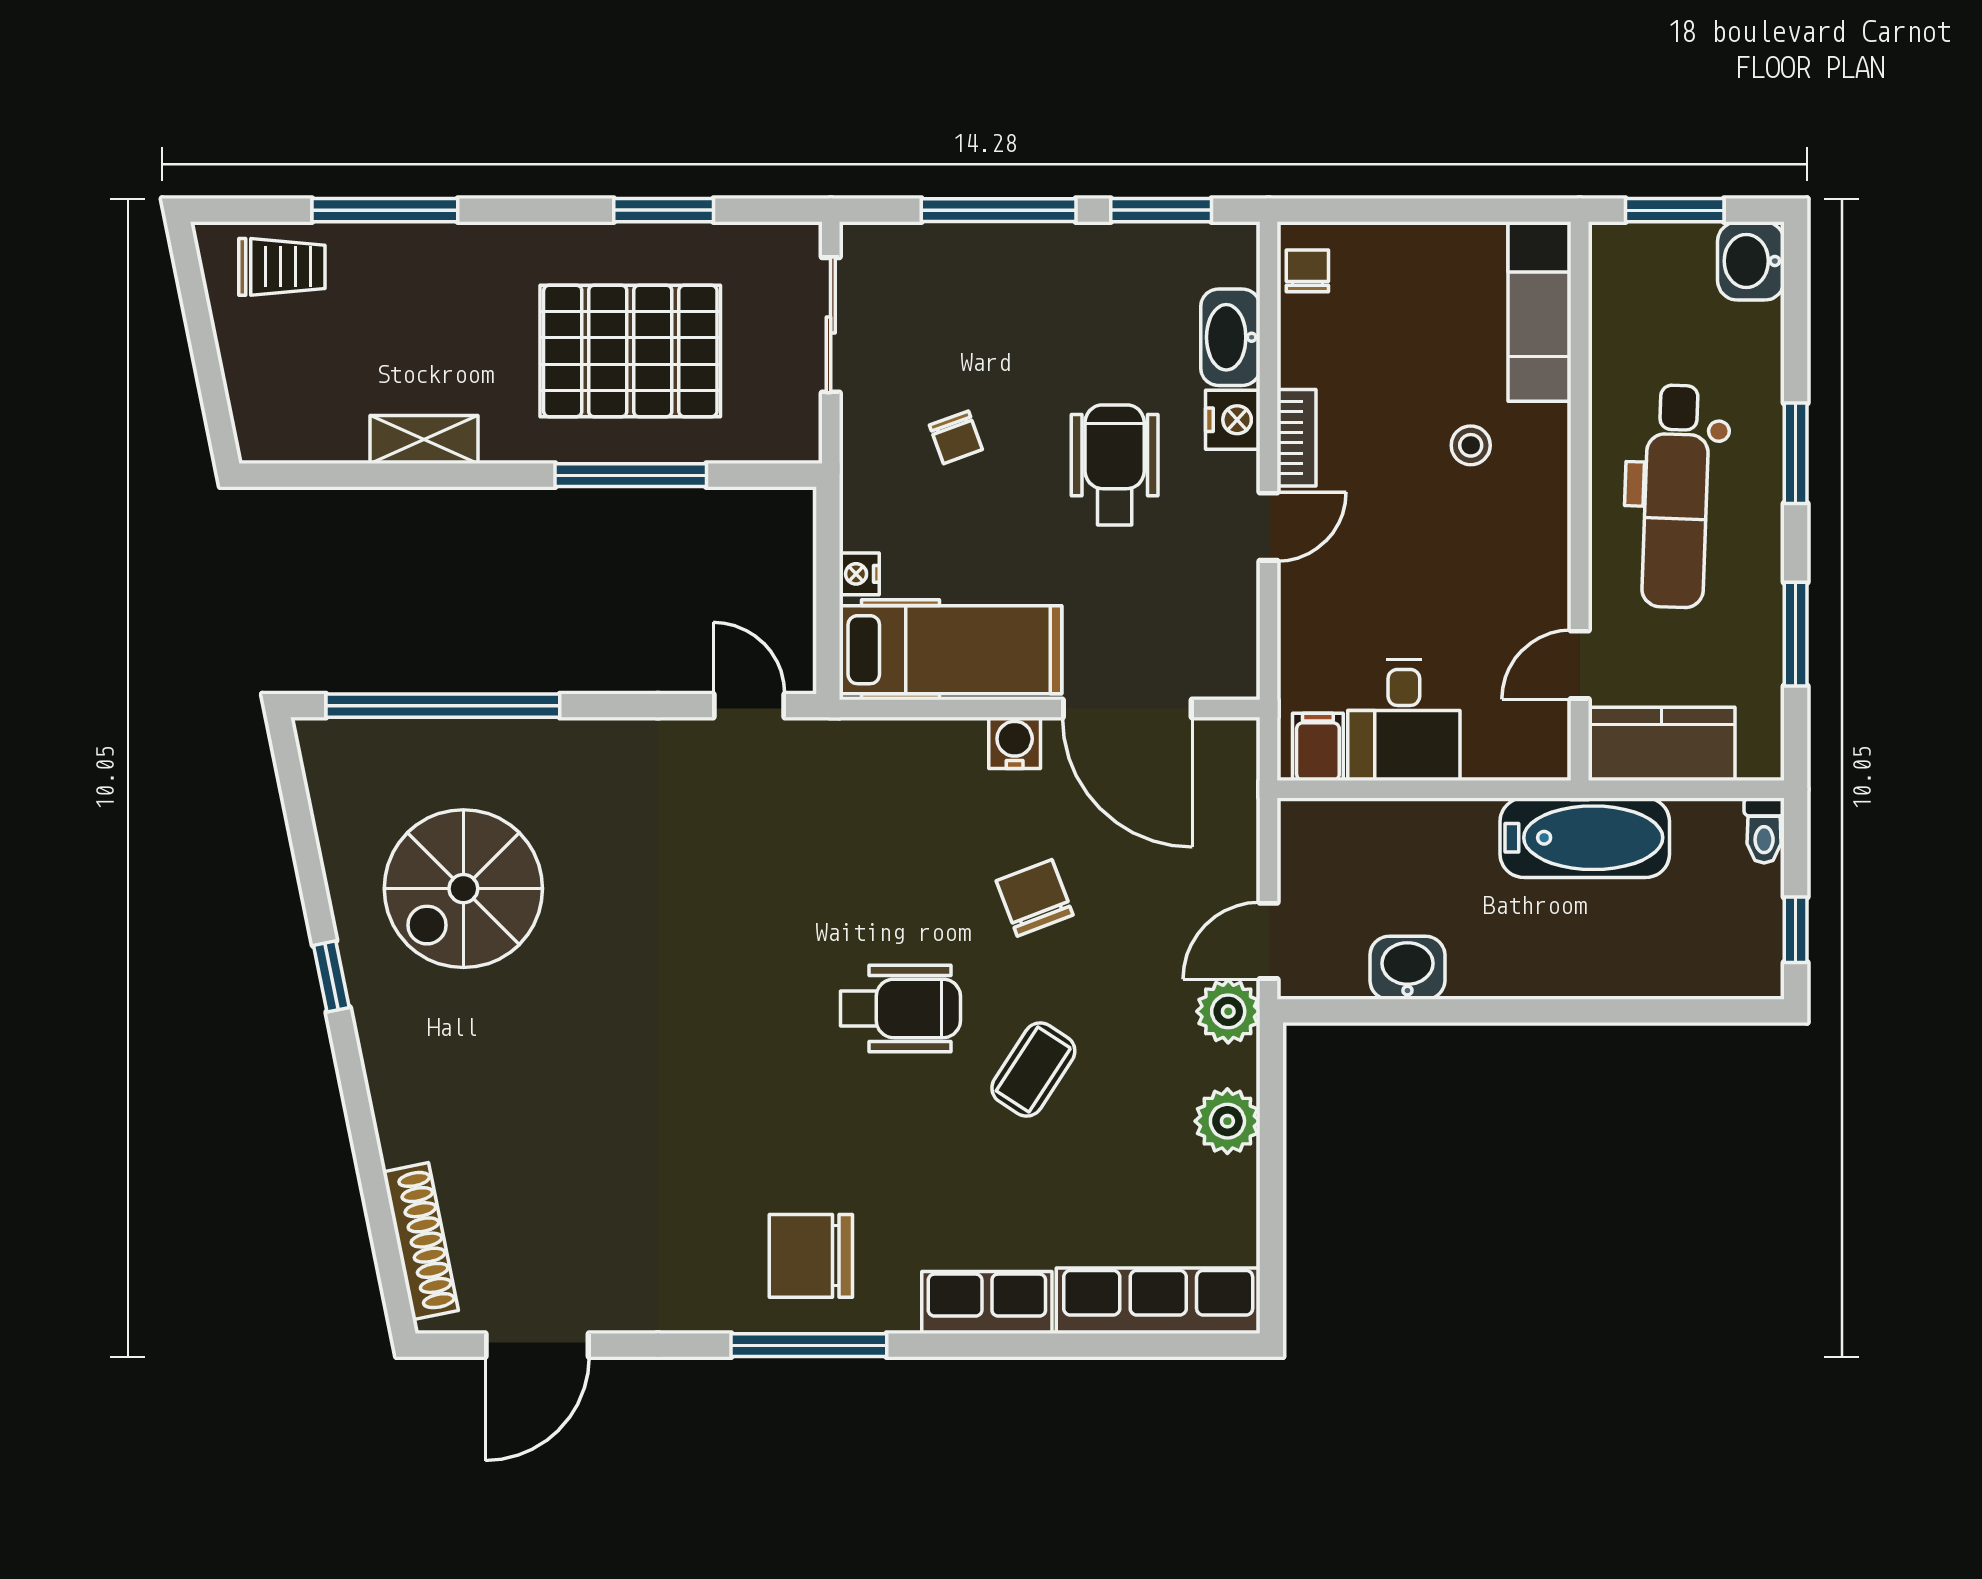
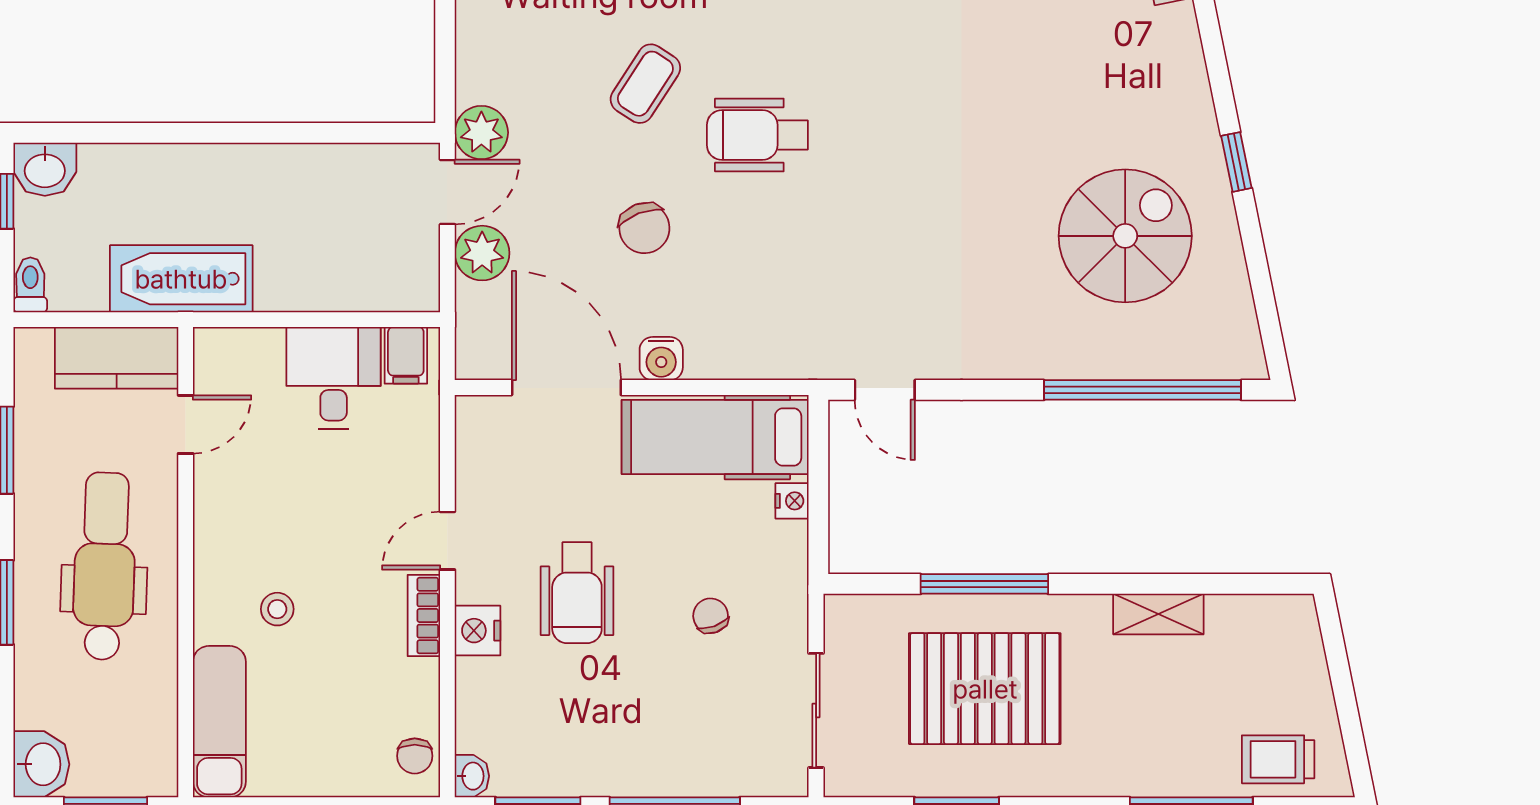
washbasin: (1230, 337) -> (472, 776), moved, width x0.52, depth x0.69
washbasin: (1407, 968) -> (45, 169), moved
plant: (1227, 1121) -> (482, 253), moved

